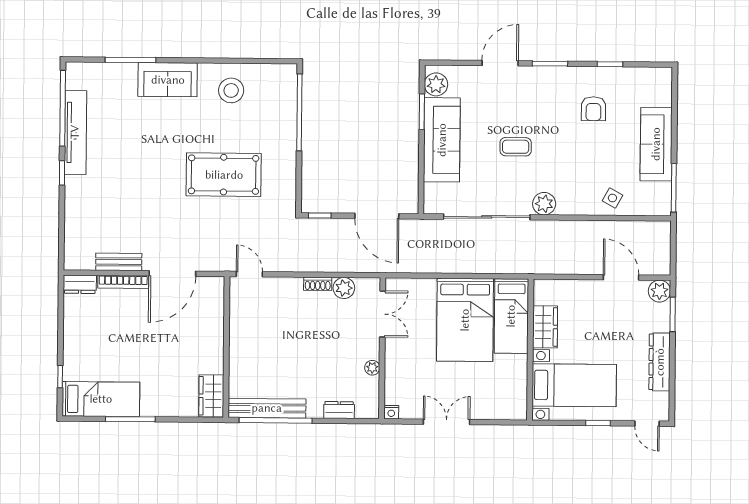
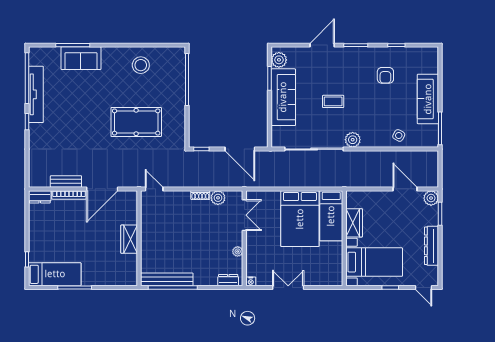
sofa: (168, 80) -> (81, 58), moved
wardrobe: (211, 396) -> (129, 239), moved
dresser: (339, 410) -> (228, 280), moved

